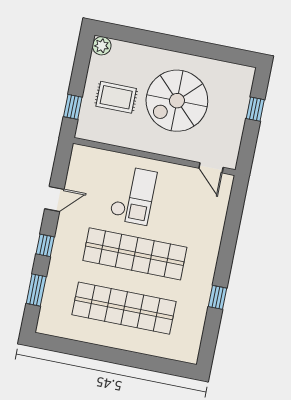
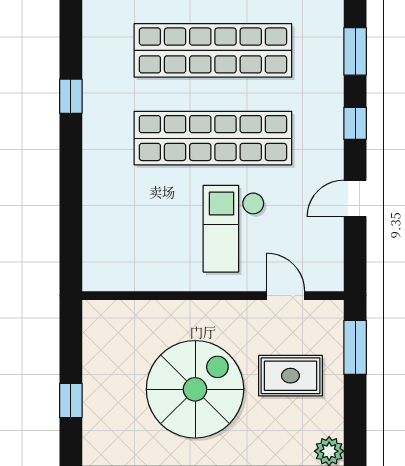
window: (73, 107) -> (355, 347), width x1.50
door: (211, 168) -> (286, 296), moved

